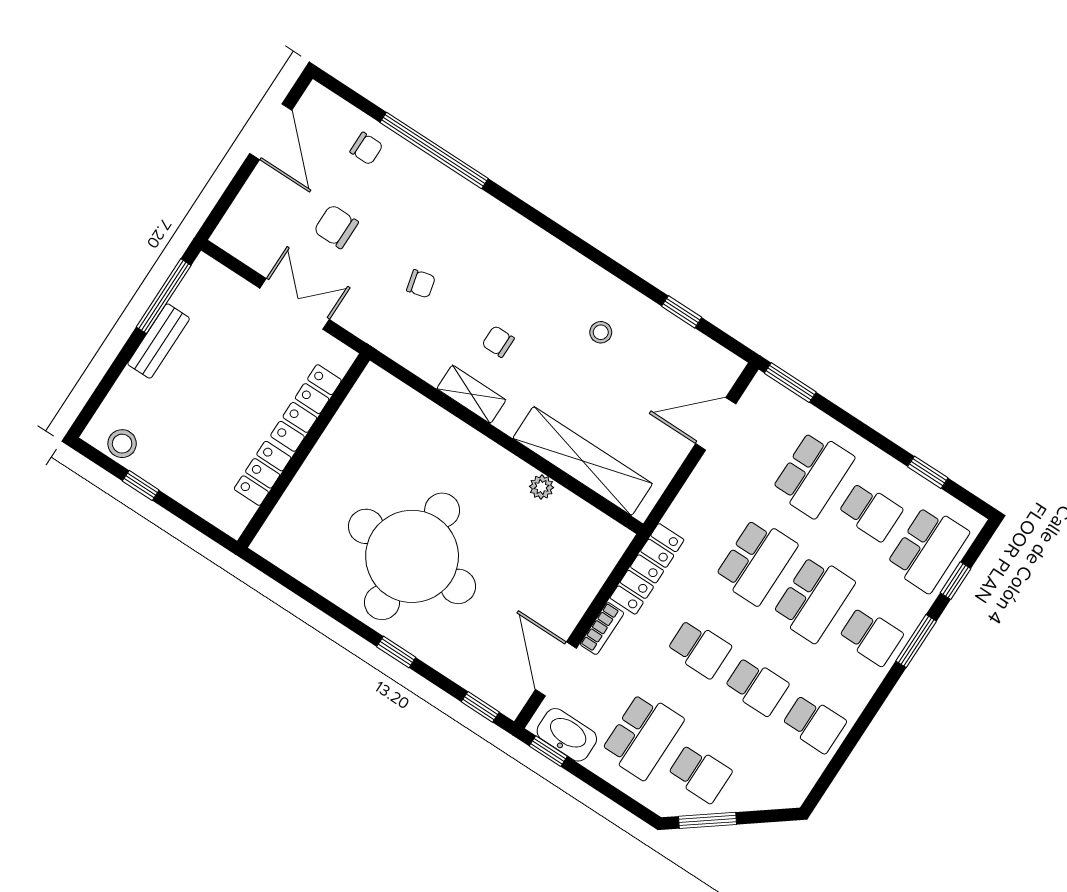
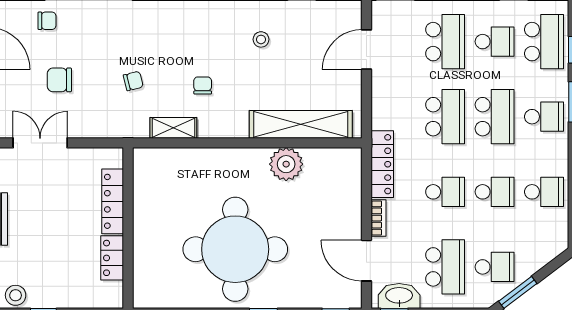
double door: (295, 304) -> (40, 143), moved
chair: (498, 342) -> (203, 85), turned 90
shelving: (471, 394) -> (173, 128), moved
plant: (541, 487) -> (286, 164), width x1.88, depth x1.88

